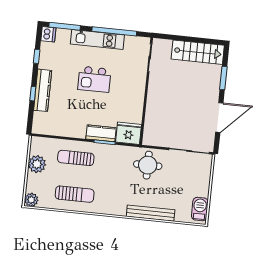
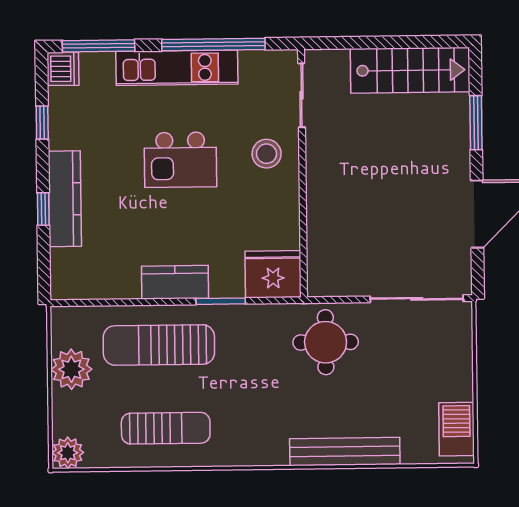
stool: (132, 81) -> (267, 154), added
kitchen counter: (101, 133) -> (175, 282), moved
sun lounger: (76, 158) -> (159, 345), width x1.36, depth x1.34

